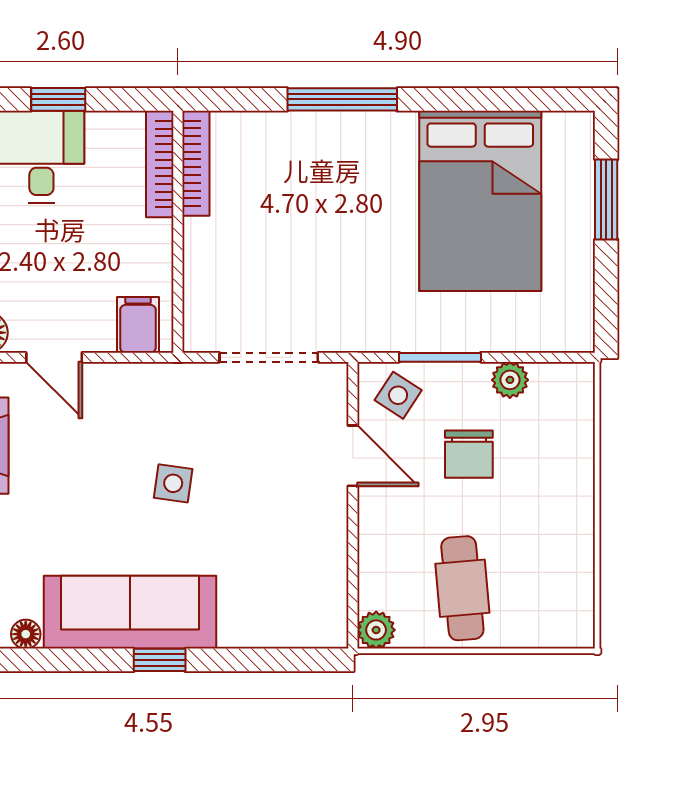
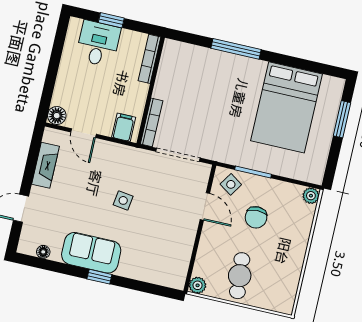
bookcase: (196, 163) -> (152, 122), moved
plant: (510, 380) -> (311, 196), moved
sofa: (130, 612) -> (91, 253), width x0.73

